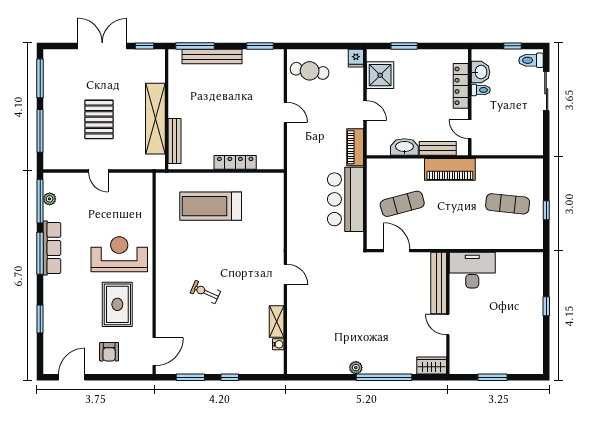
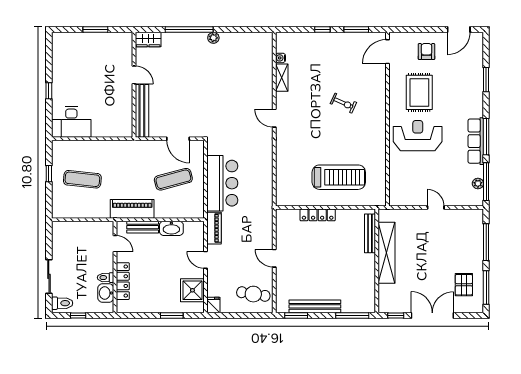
double door: (102, 46) -> (432, 316), swing flipped
bench: (212, 57) -> (315, 306), moved
pallet: (99, 119) -> (464, 285), moved, width x0.67, depth x0.71
reception desk: (119, 254) -> (418, 136), turned 180
desk: (472, 270) -> (71, 122), moved

